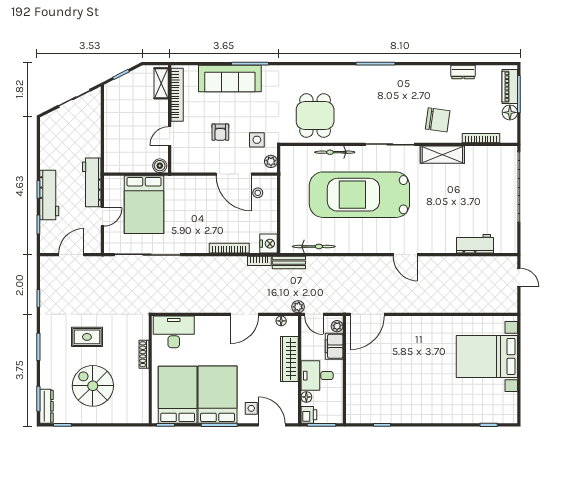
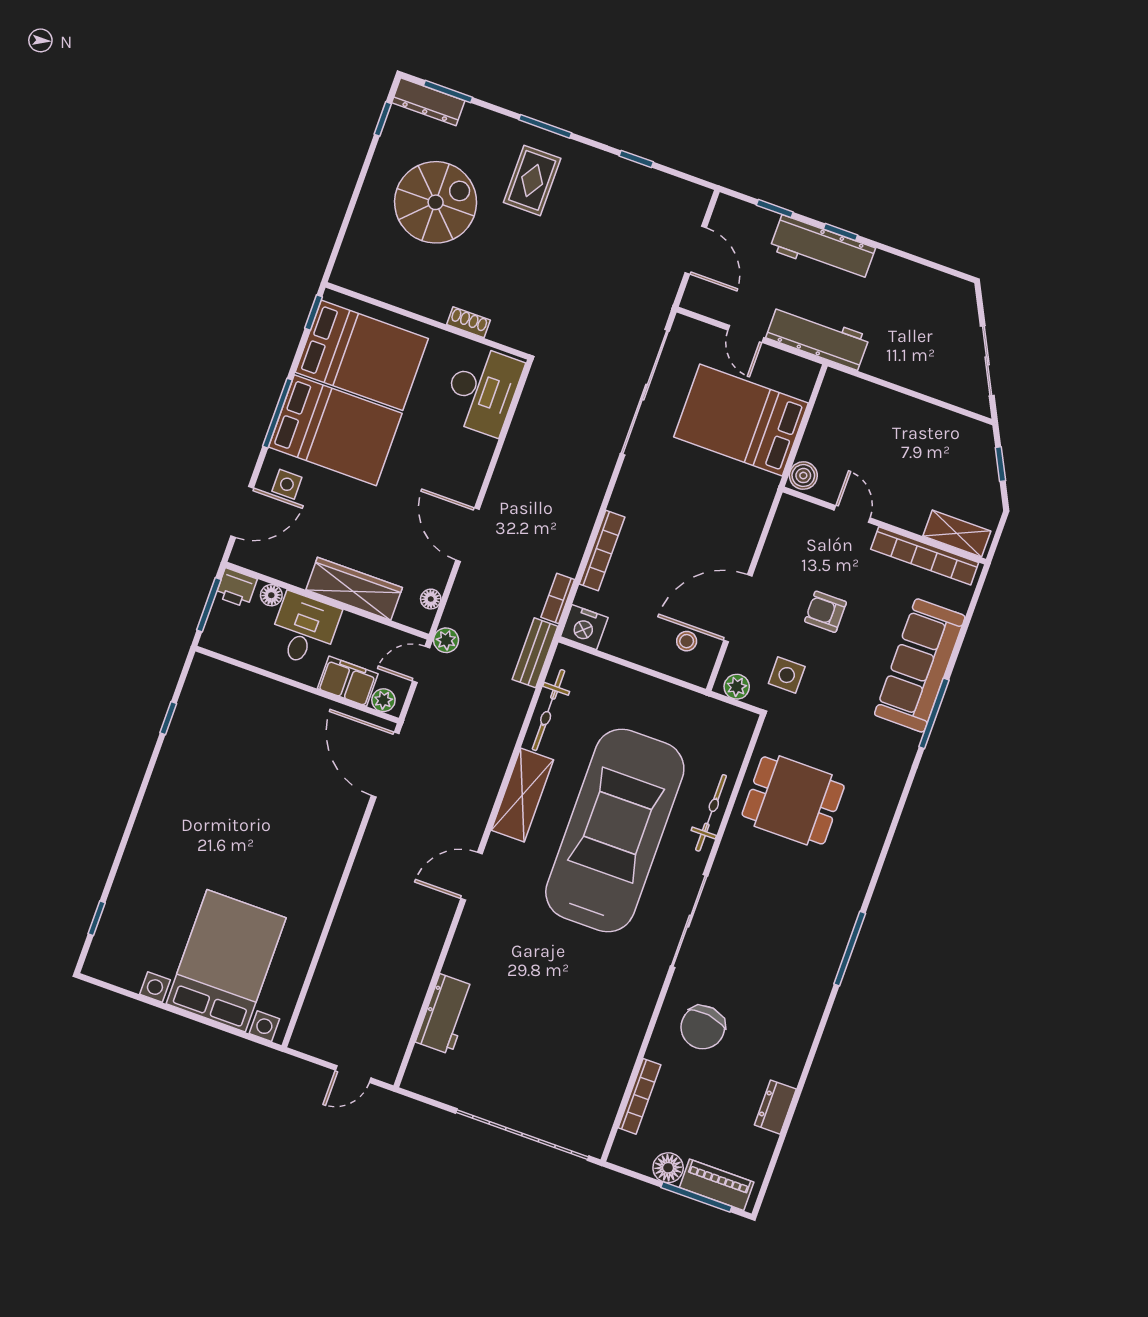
shelving: (442, 155) -> (522, 795), moved
rug: (87, 337) -> (532, 180), moved
shoe rack: (144, 354) -> (468, 322), width x0.70

